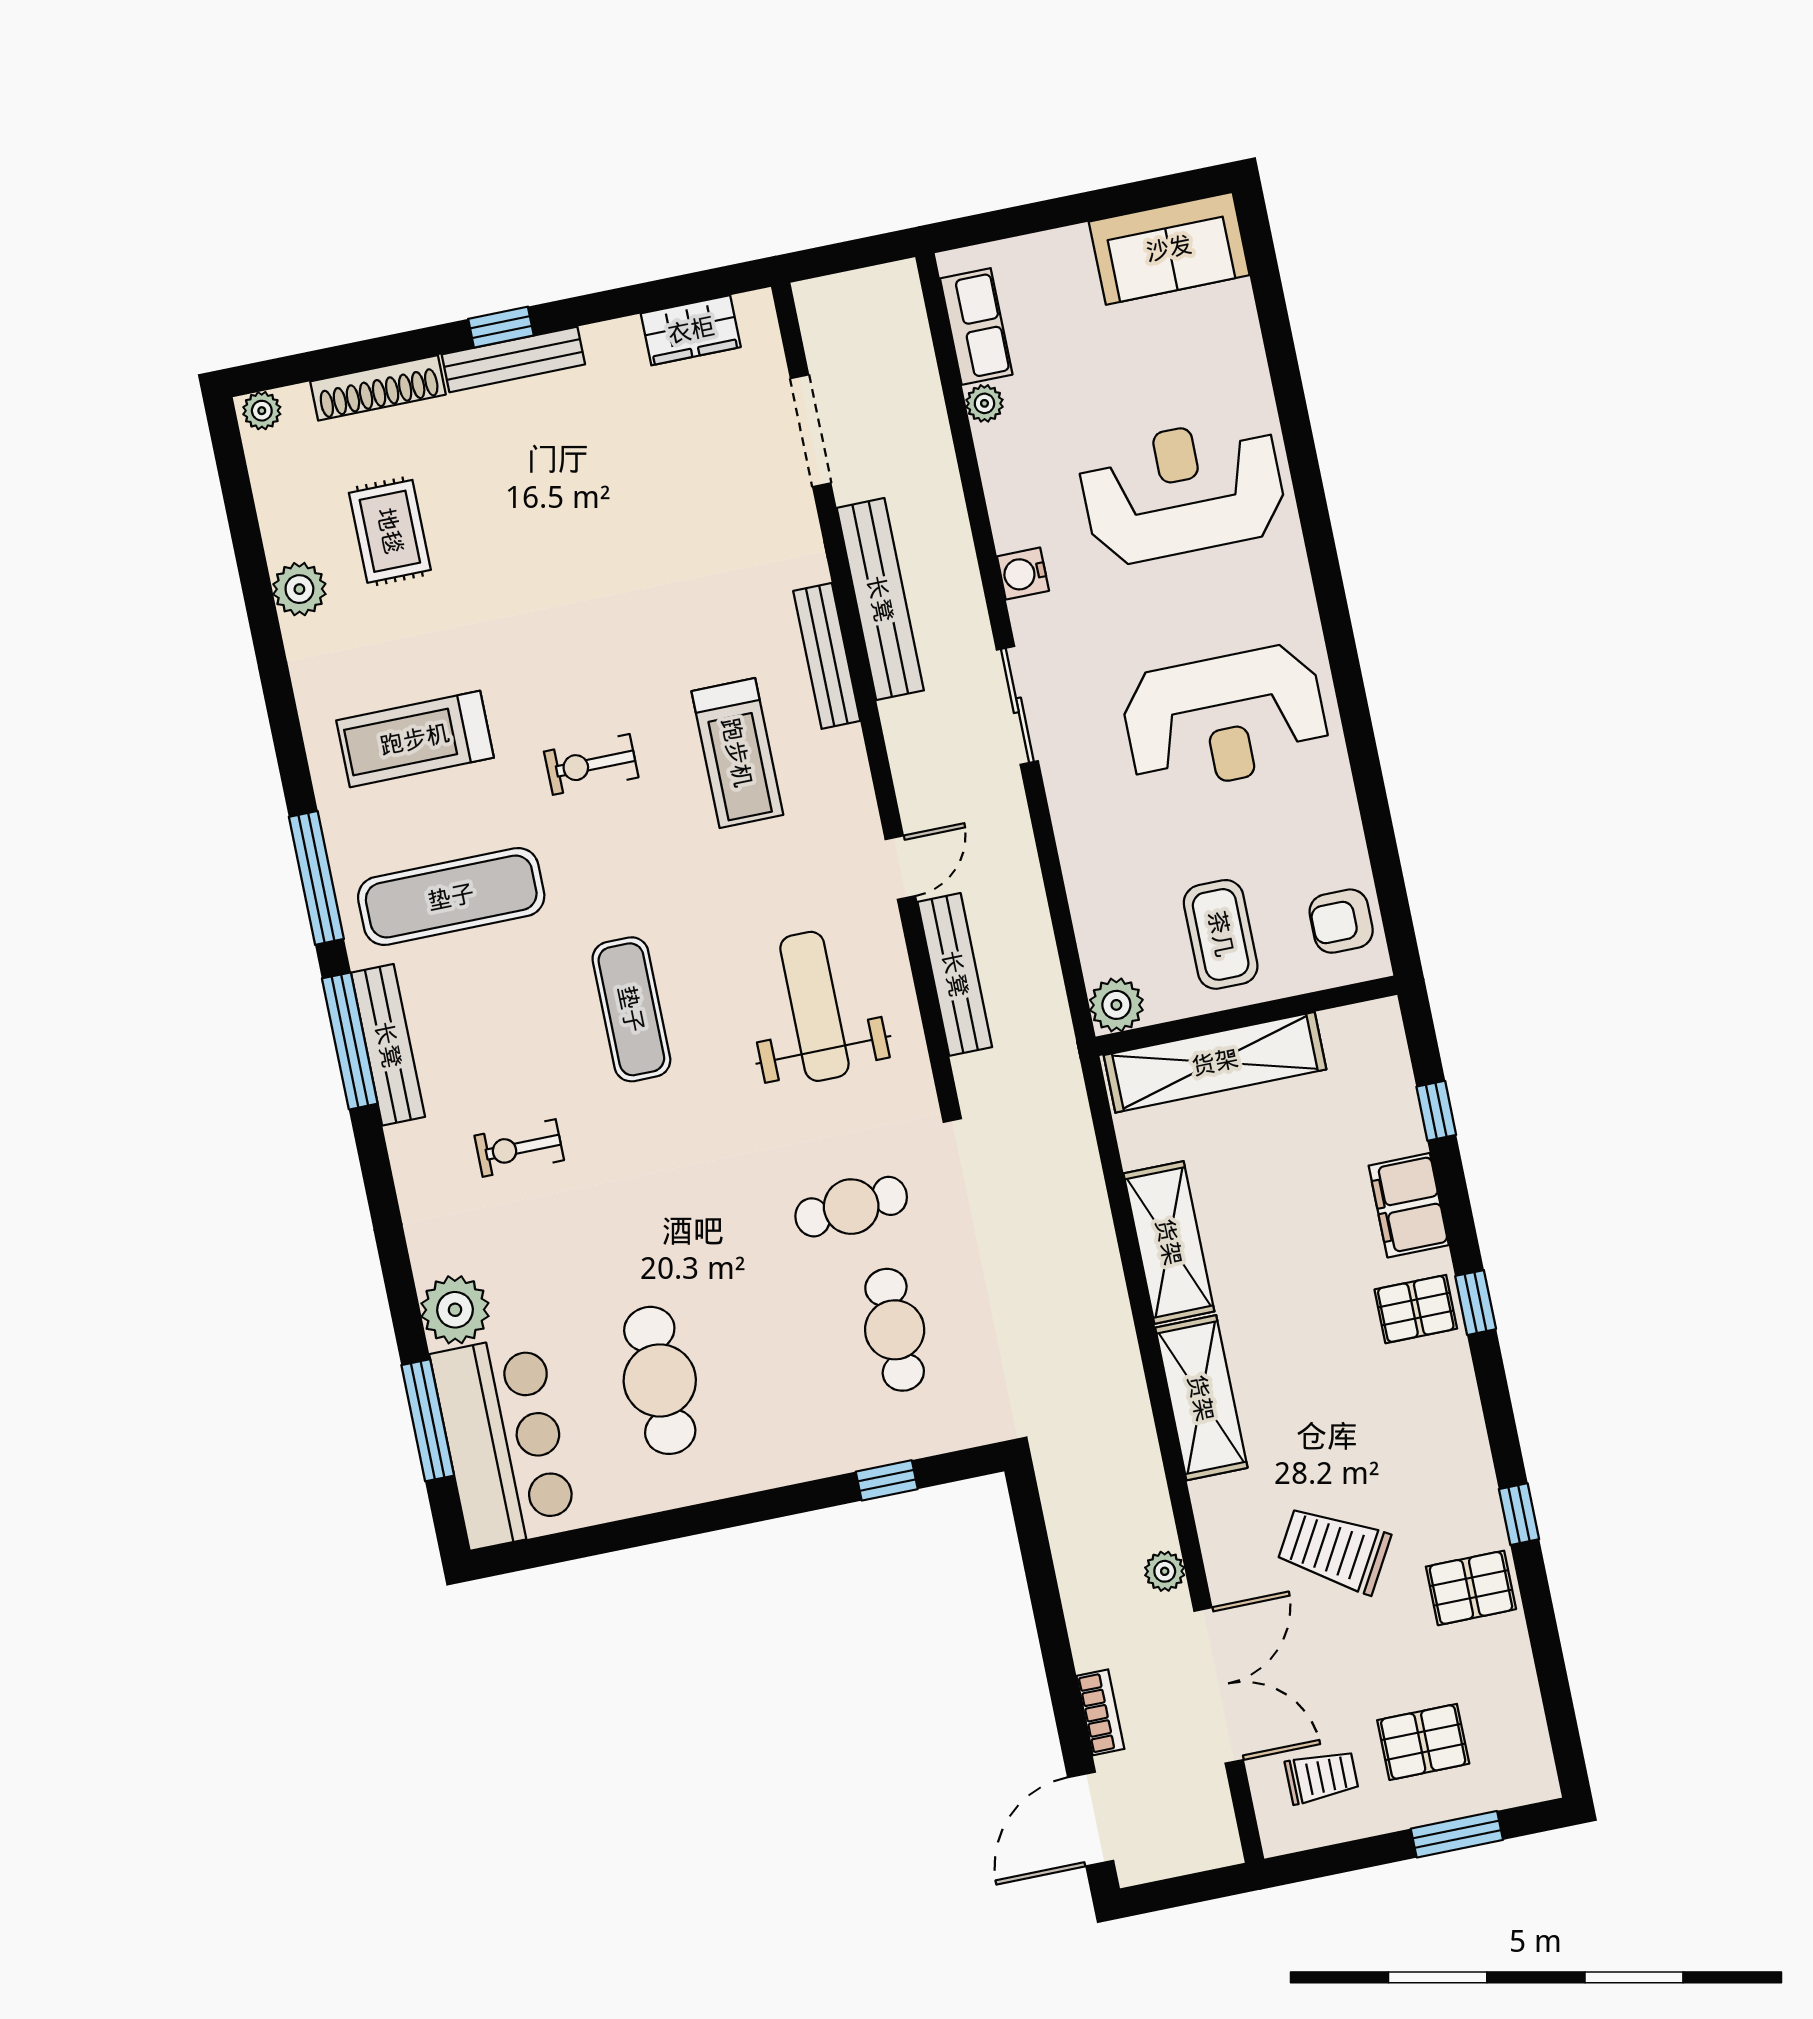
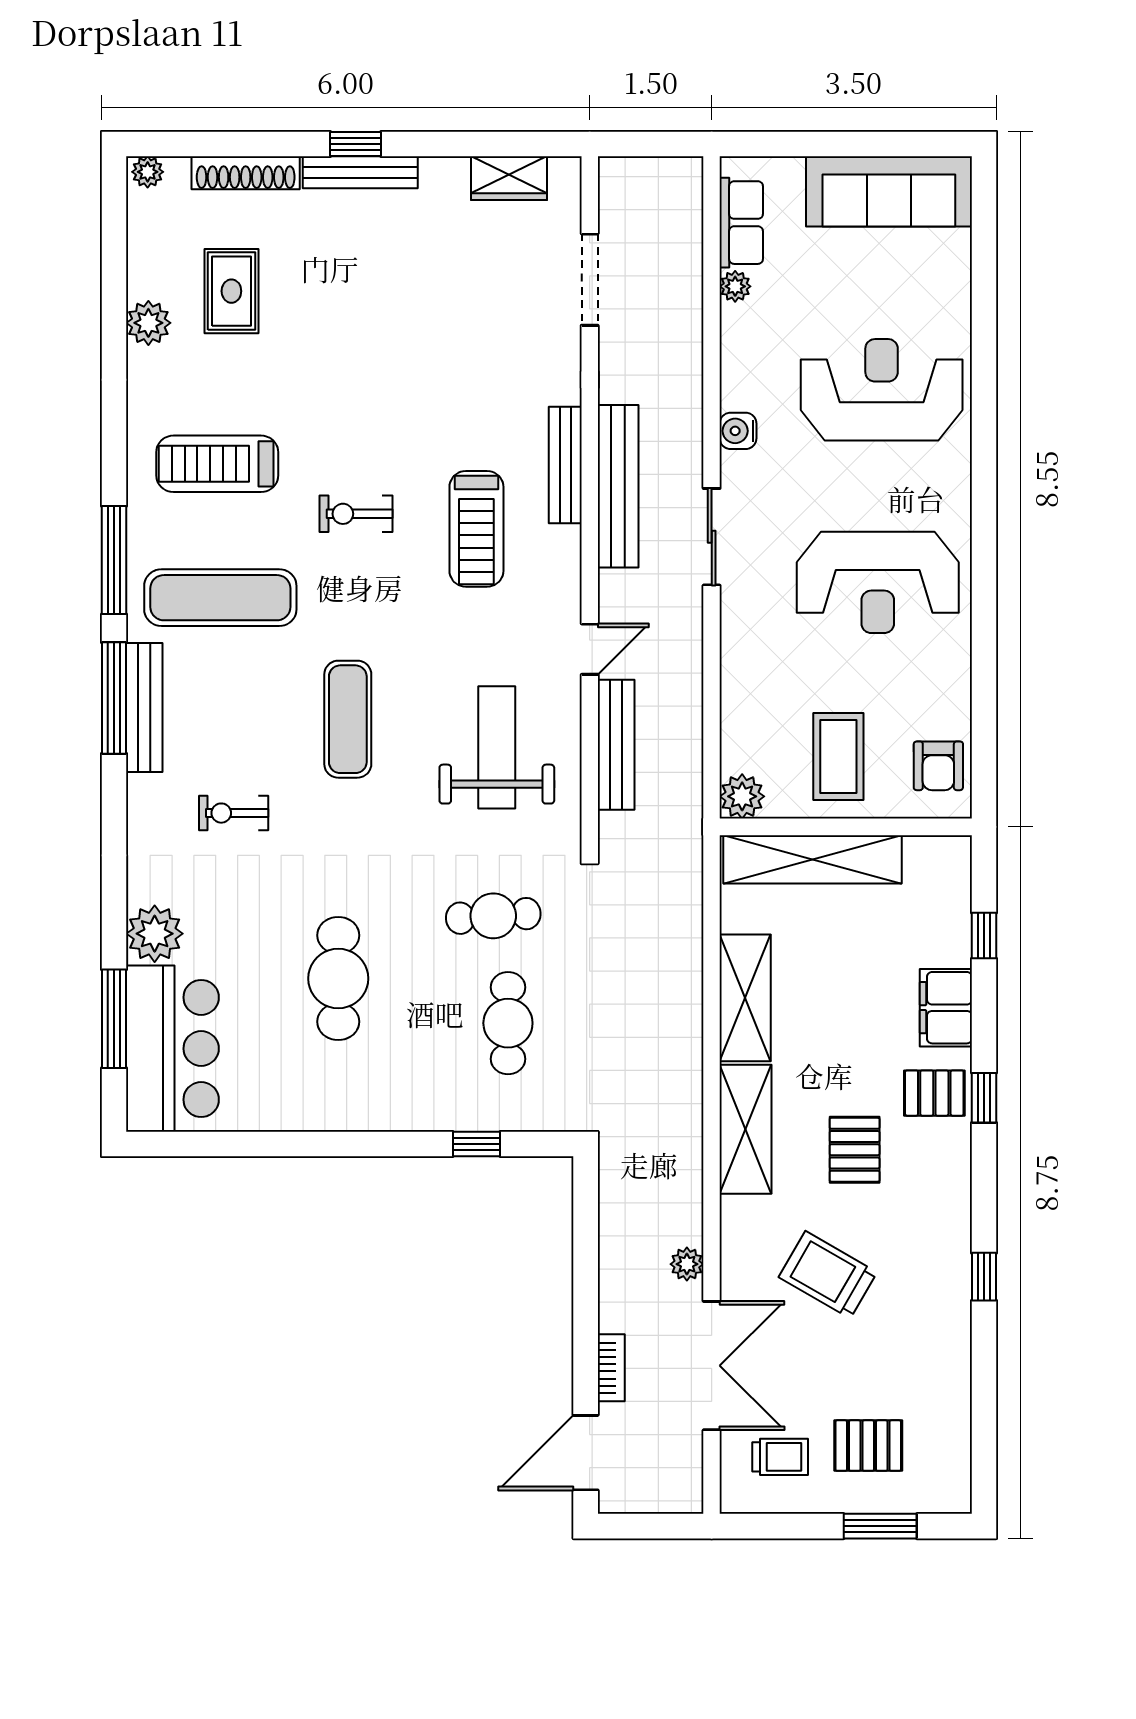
sofa: (1169, 248) -> (889, 191), width x1.36
bench: (880, 599) -> (618, 486), moved
armchair: (1341, 921) -> (938, 766), turned -90
cafe table: (660, 1380) -> (338, 979), moved
pallet: (1471, 1588) -> (855, 1150), moved, turned 90

